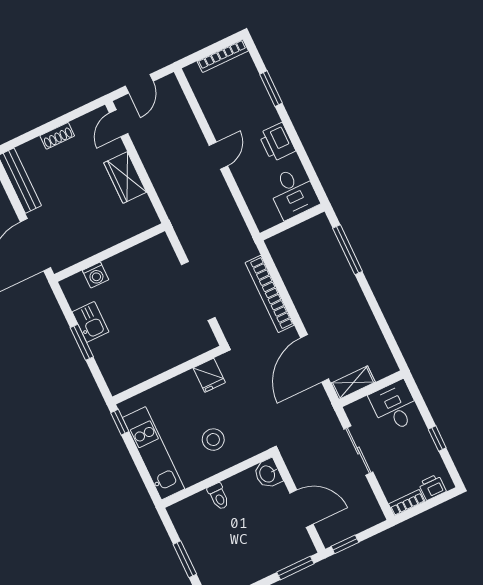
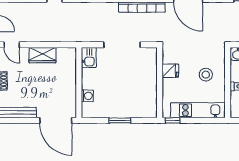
kitchen sink: (91, 322) -> (89, 57), moved, turned 90
fridge: (209, 375) -> (170, 71), moved

